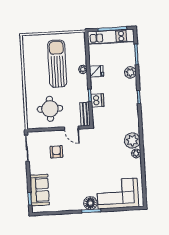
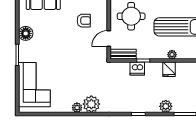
floor lamp: (90, 203) -> (26, 33), moved

